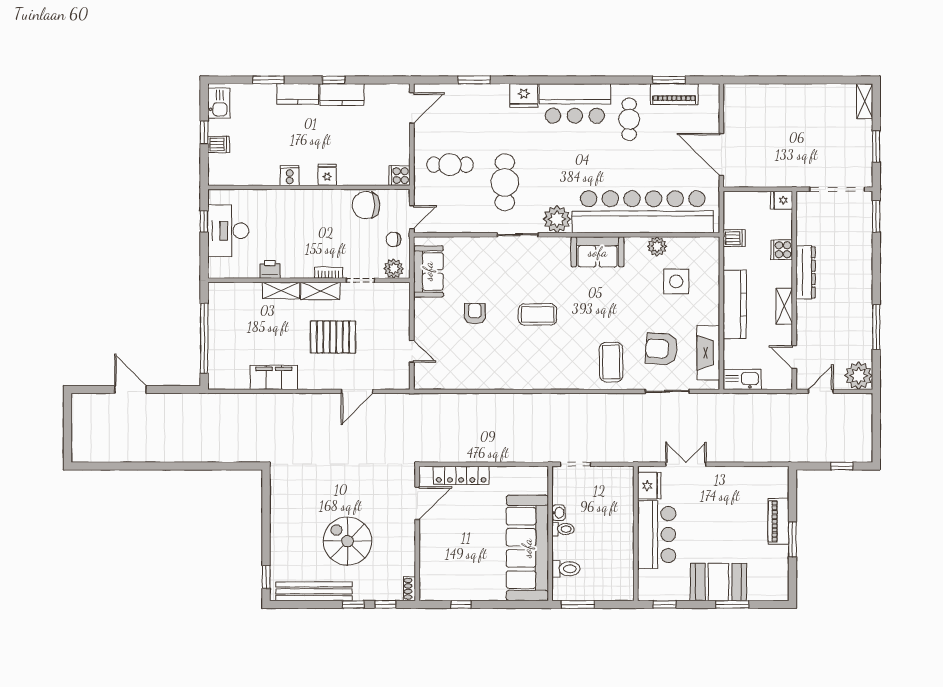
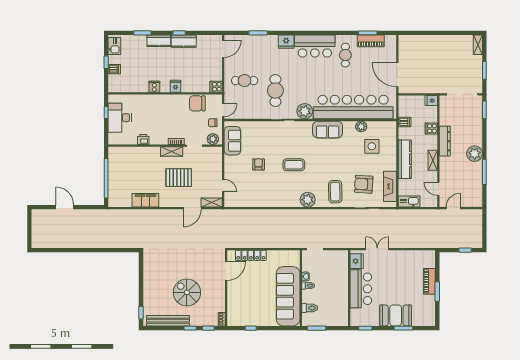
shelving: (281, 290) -> (212, 202), moved
plant: (562, 376) -> (308, 200), added
plant: (859, 376) -> (475, 154), moved

